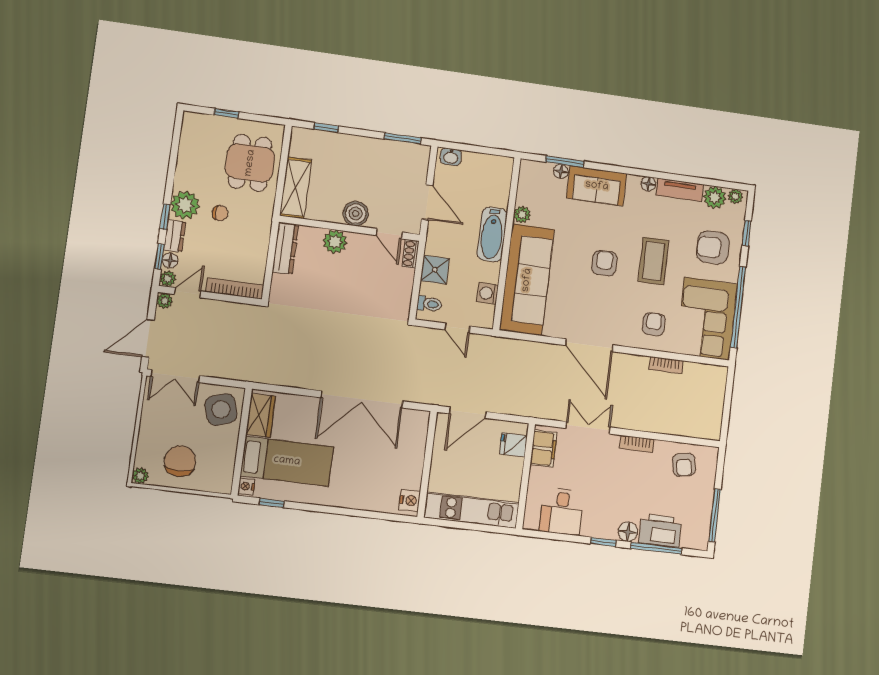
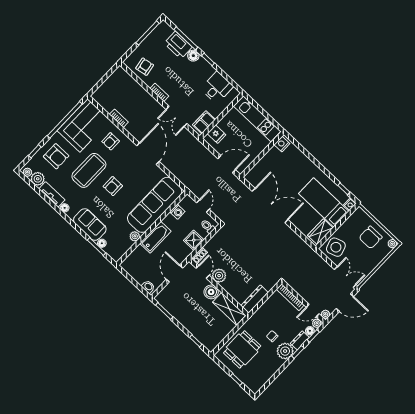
shelving: (296, 188) -> (229, 309), moved, turned 90
plant: (335, 242) -> (219, 276), moved
coffee table: (653, 261) -> (89, 170), width x1.36, depth x1.32

